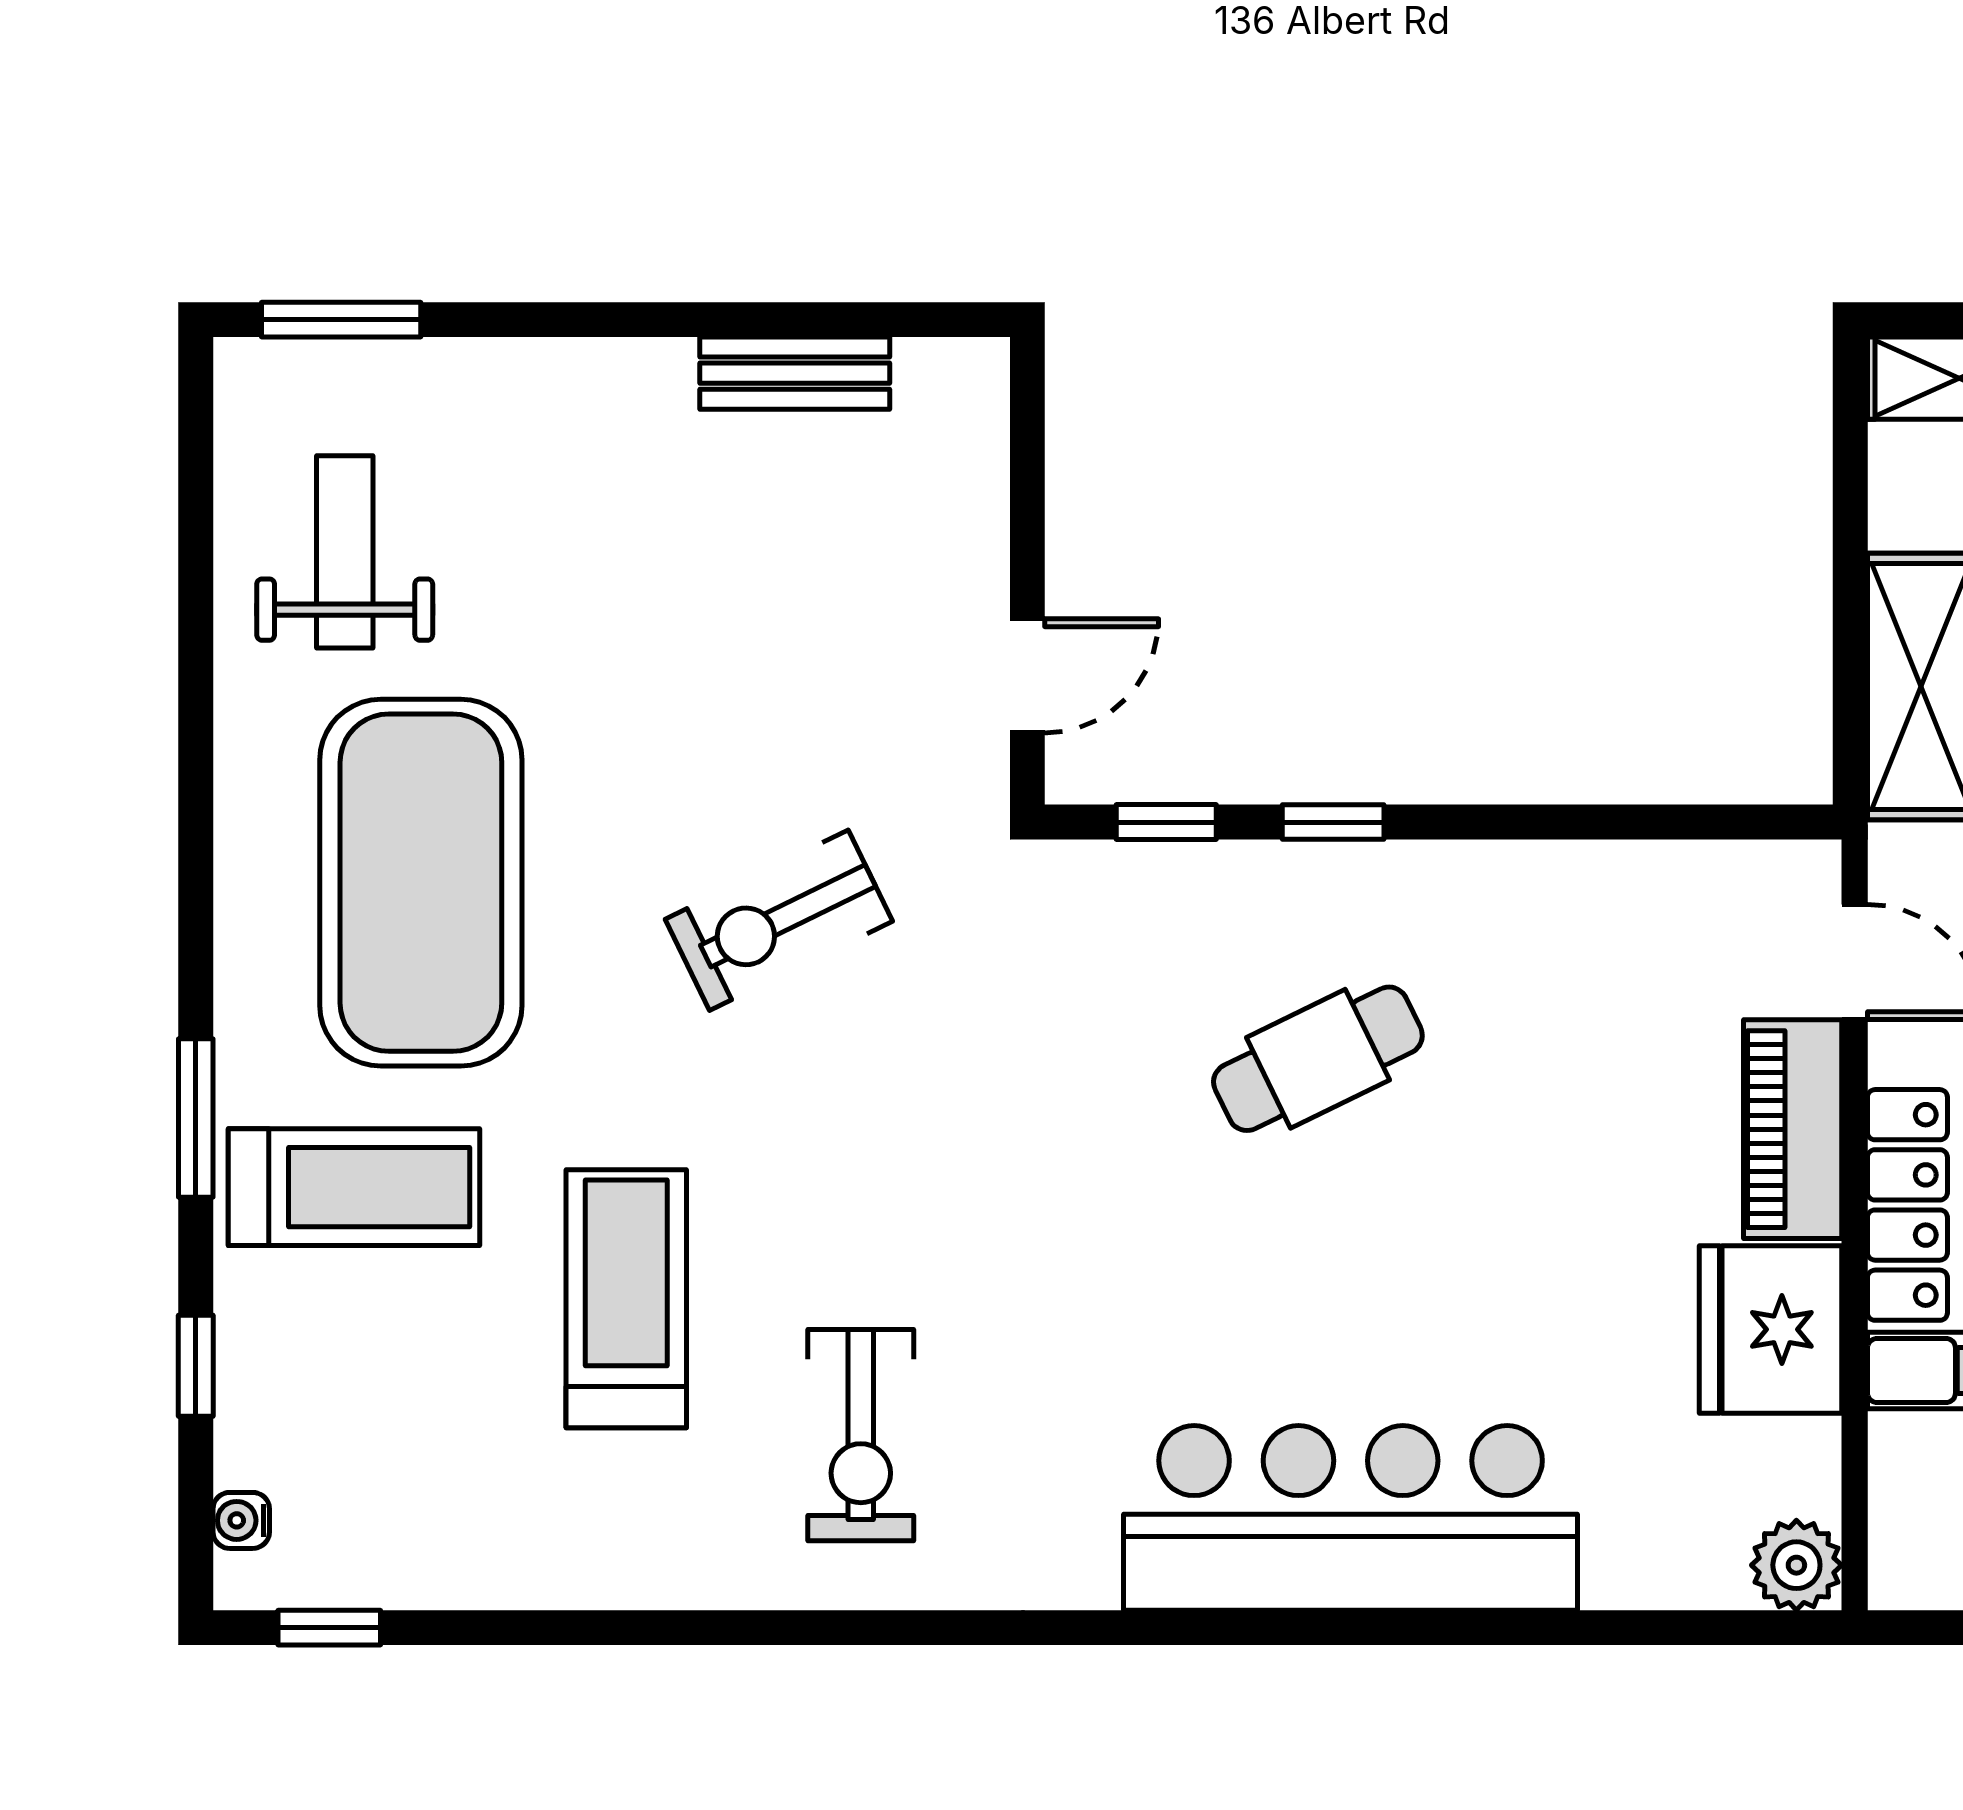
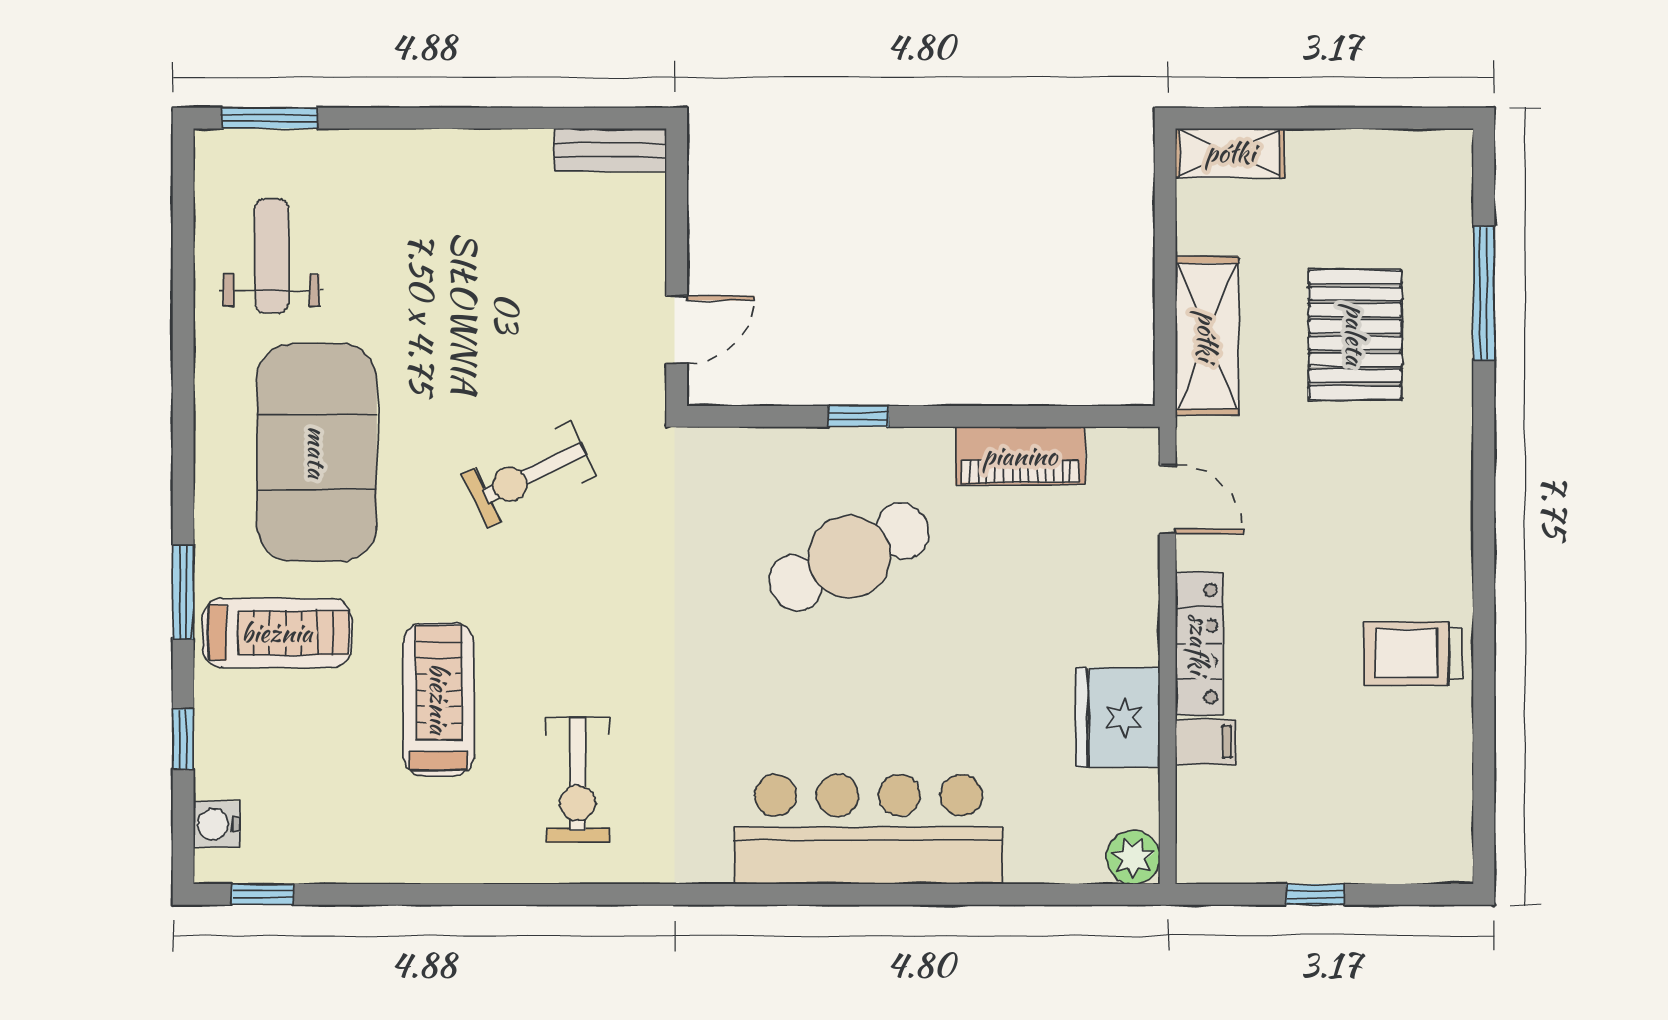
bench: (795, 373) -> (610, 150), moved
window: (1166, 822) -> (759, 416), removed
cafe table: (1318, 1059) -> (849, 557), width x1.37, depth x1.35
piano: (1793, 1129) -> (1020, 456), moved, turned -90
water cooler: (241, 1520) -> (217, 824), width x1.38, depth x1.38

